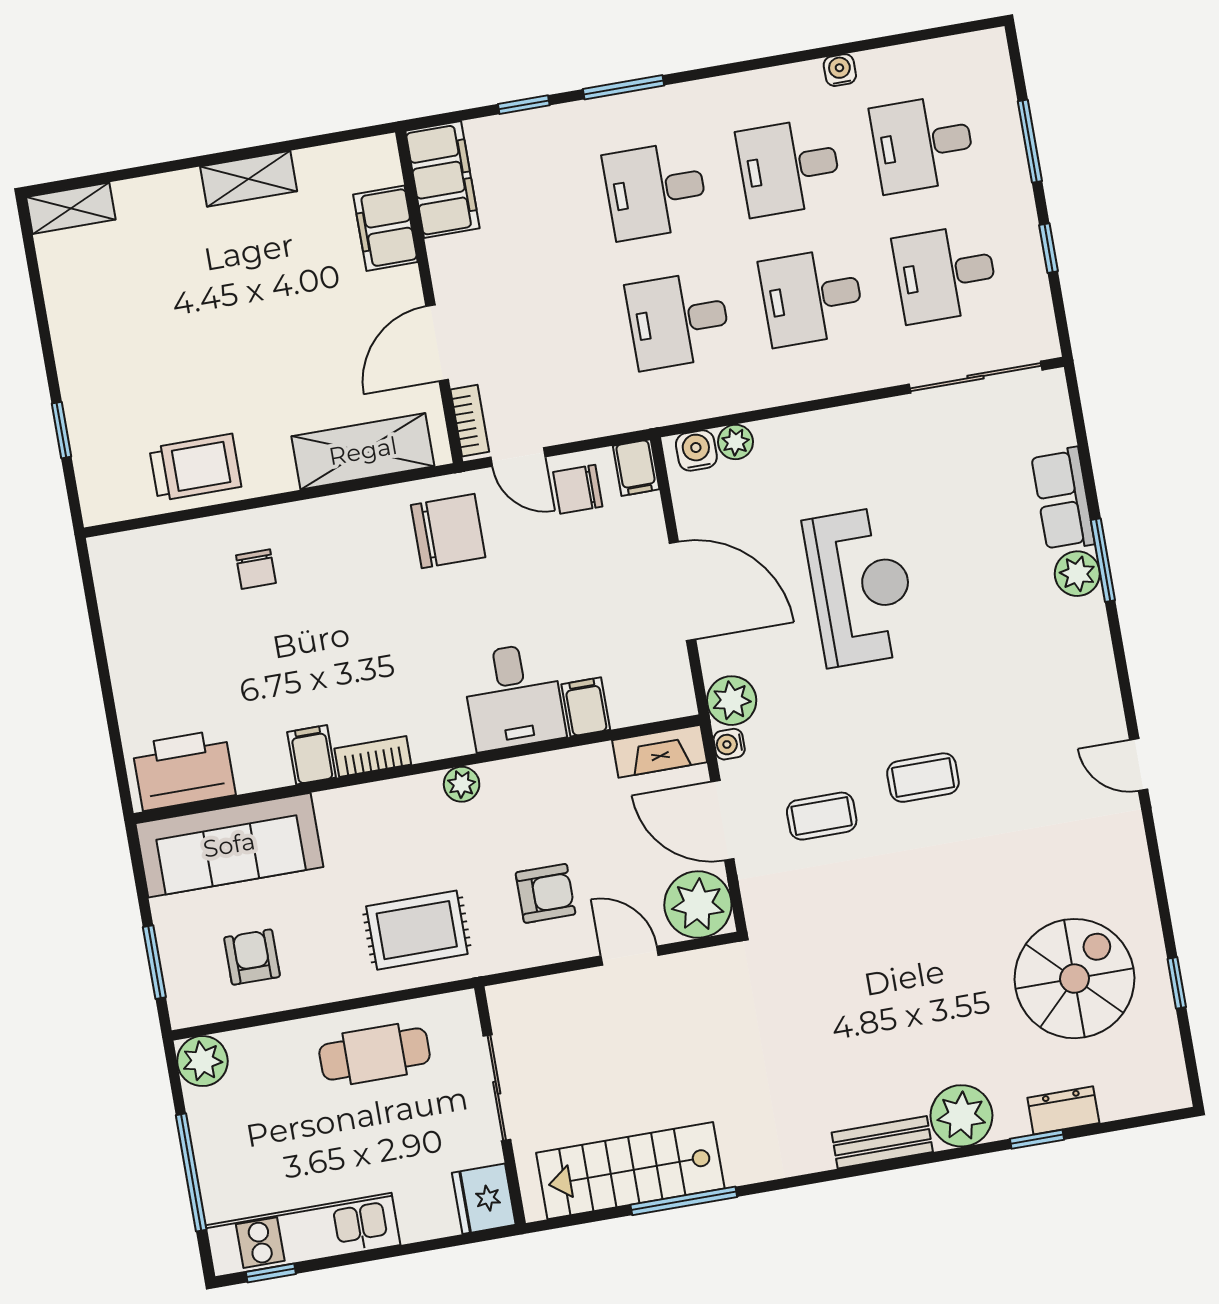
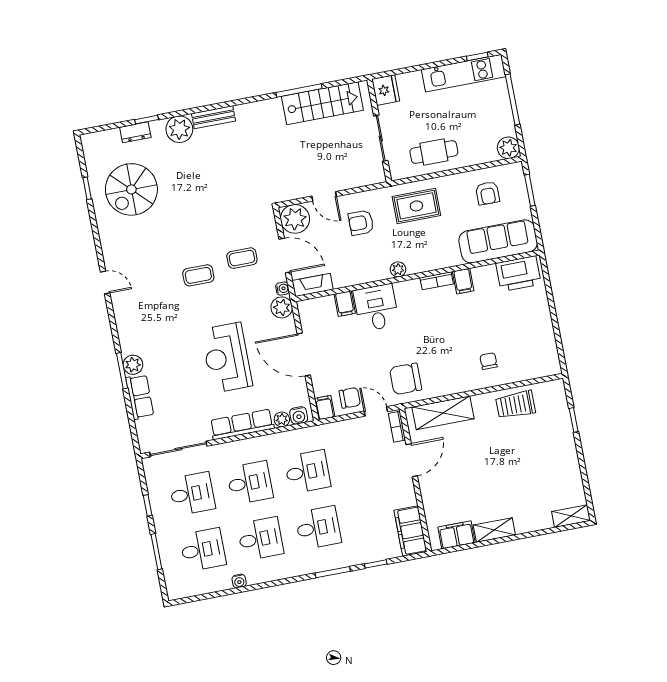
filing cabinet: (385, 228) -> (456, 535), moved, turned -90
row of seats: (828, 432) -> (242, 424), added

